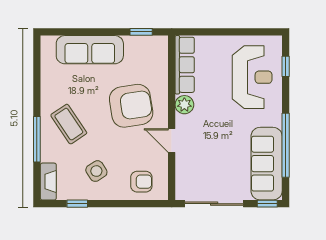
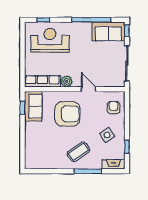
sofa: (90, 50) -> (33, 106), moved, width x0.73
armchair: (131, 106) -> (67, 114), turned 99
door: (172, 140) -> (88, 89), swing flipped
sofa: (267, 164) -> (108, 31), width x0.73

